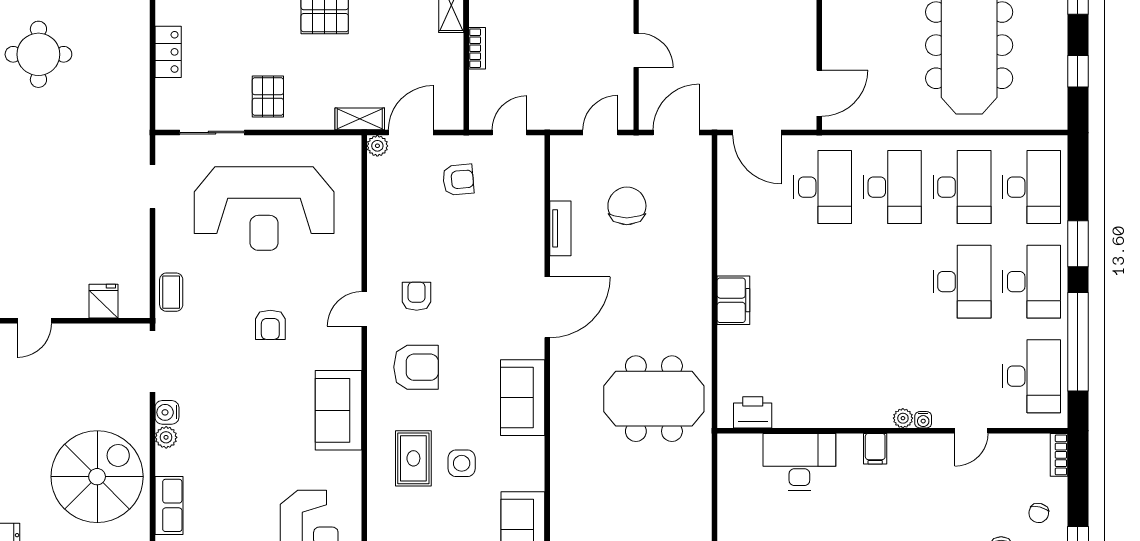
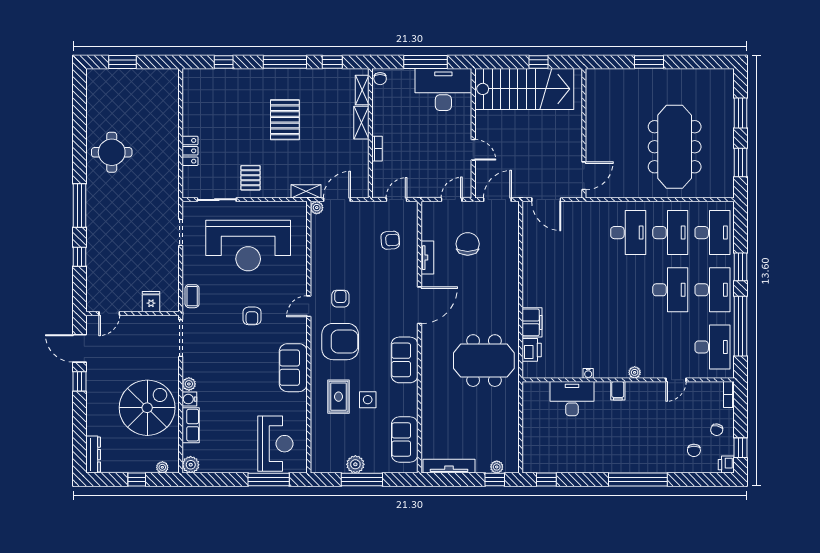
window: (1078, 71) -> (740, 163), width x1.50
armchair: (458, 180) -> (390, 240), moved
desk: (823, 187) -> (586, 233), removed
filing cabinet: (733, 300) -> (532, 322), moved
armchair: (416, 367) -> (340, 342), width x1.36, depth x1.36
water cooler: (167, 412) -> (189, 399), moved
printer: (753, 412) -> (532, 350), moved, turned 90
water cooler: (923, 420) -> (588, 373), moved

